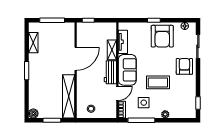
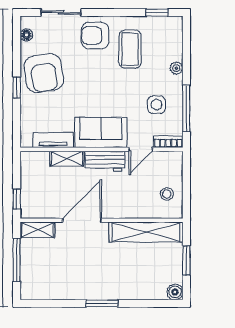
armchair: (162, 36) -> (44, 73), turned 82
shelving: (33, 43) -> (37, 230), moved
door: (76, 59) -> (82, 220), hinge flipped
coffee table: (158, 82) -> (130, 49), moved
door: (117, 93) -> (141, 149), swing flipped

